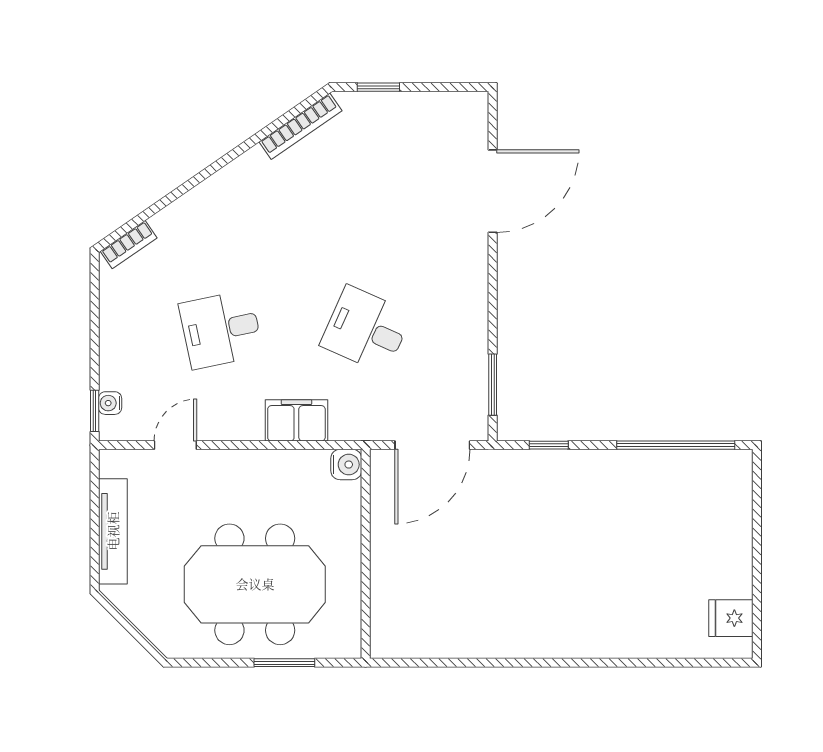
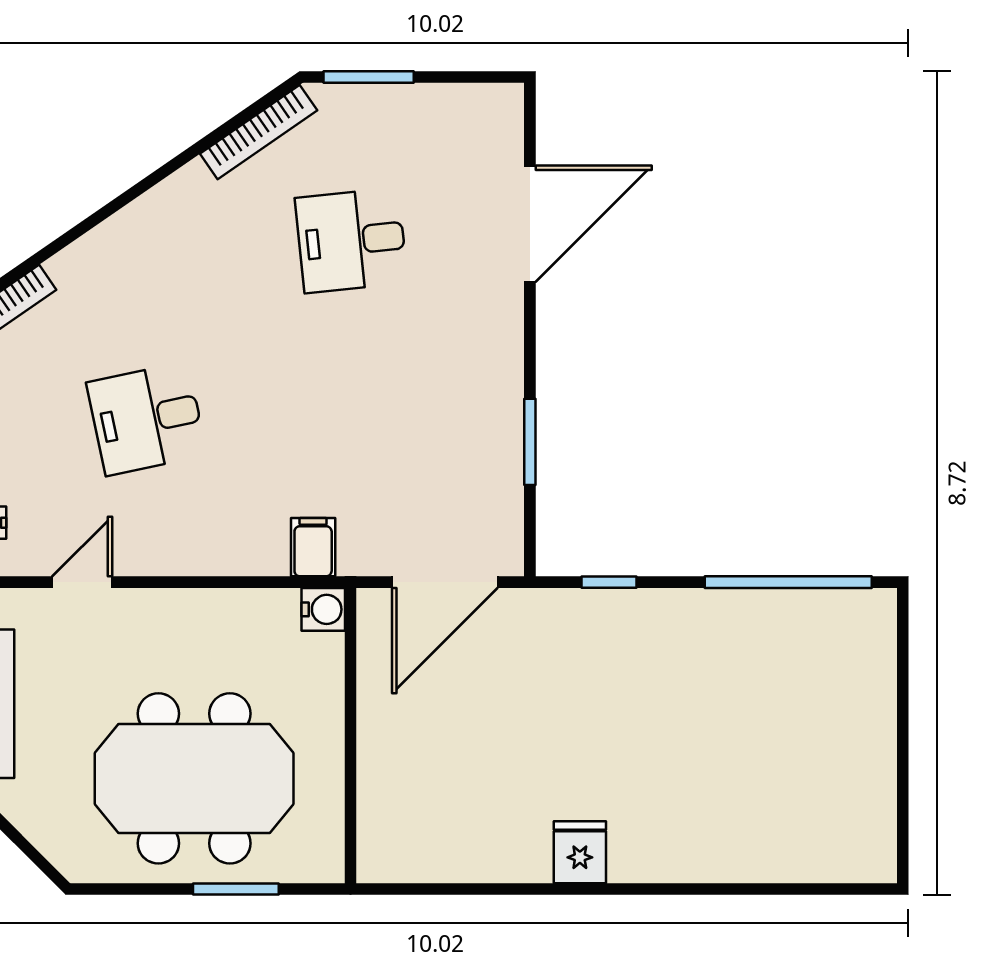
window: (378, 87) -> (369, 77), width x1.50
desk: (366, 329) -> (351, 240), moved, turned -30
window: (493, 385) -> (530, 442), moved
filing cabinet: (296, 420) -> (313, 547), moved, width x0.50
fridge: (731, 618) -> (580, 852), moved, turned 90

